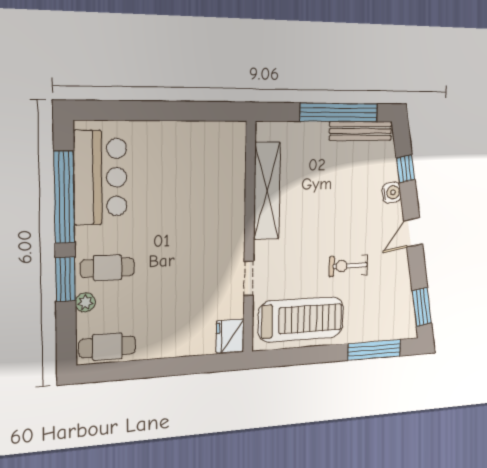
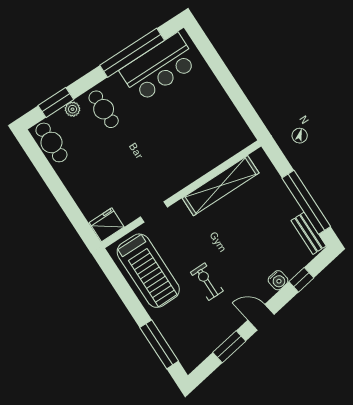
bench: (361, 131) -> (309, 233), width x0.73
window: (65, 279) -> (56, 103), moved
window: (422, 307) -> (229, 347), moved

